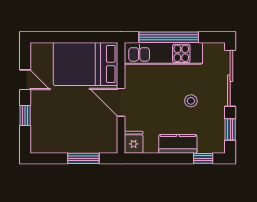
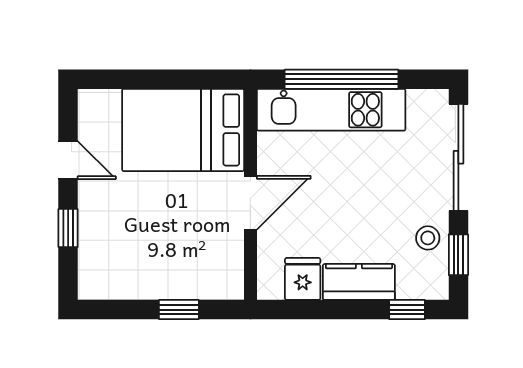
stool: (191, 101) -> (428, 238), moved
door: (121, 102) -> (250, 203), swing flipped
fridge: (134, 142) -> (303, 279), moved
window: (83, 158) -> (179, 310), width x0.67

